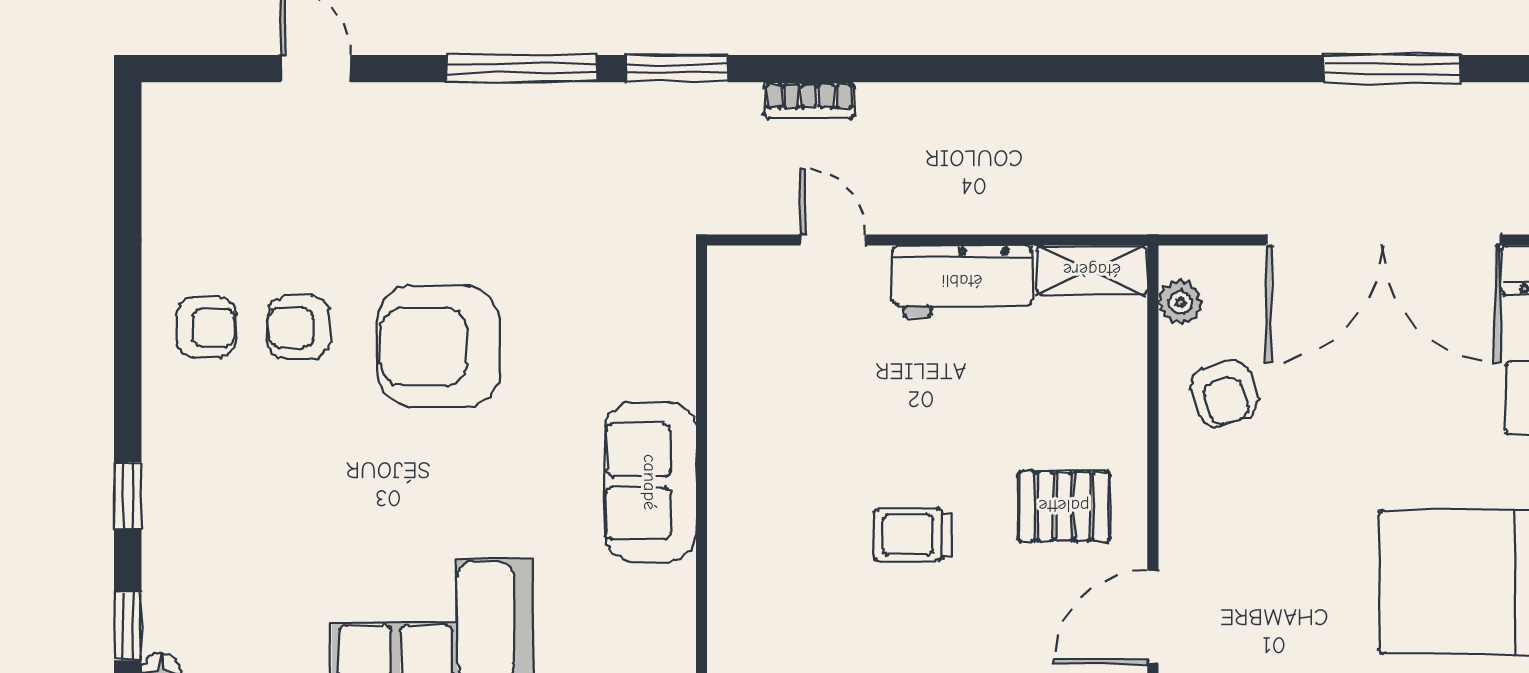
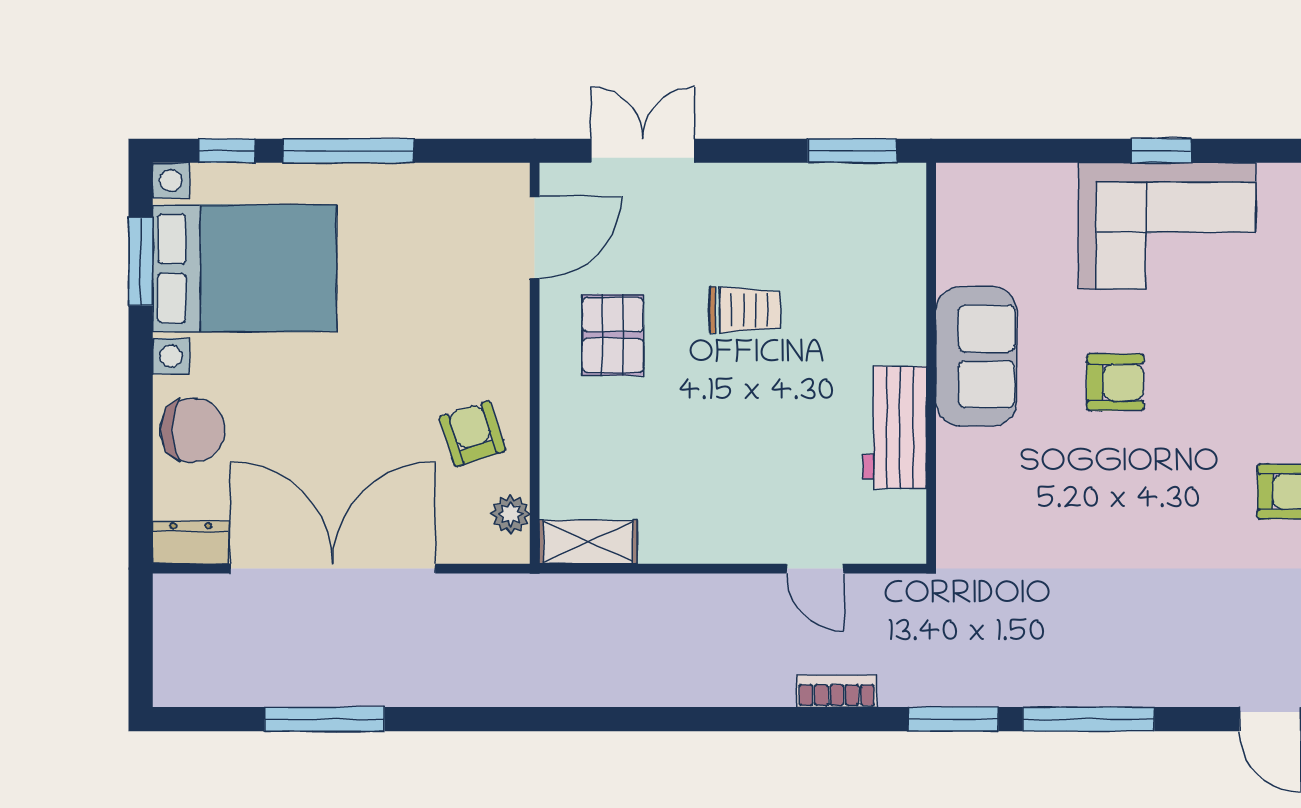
workbench: (962, 281) -> (895, 427), moved, turned -90
armchair: (438, 346) -> (1115, 382), moved, width x0.53, depth x0.53
pallet: (1064, 506) -> (613, 335), turned 90

